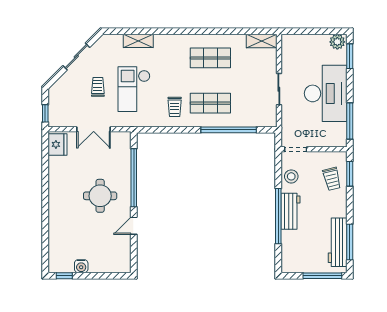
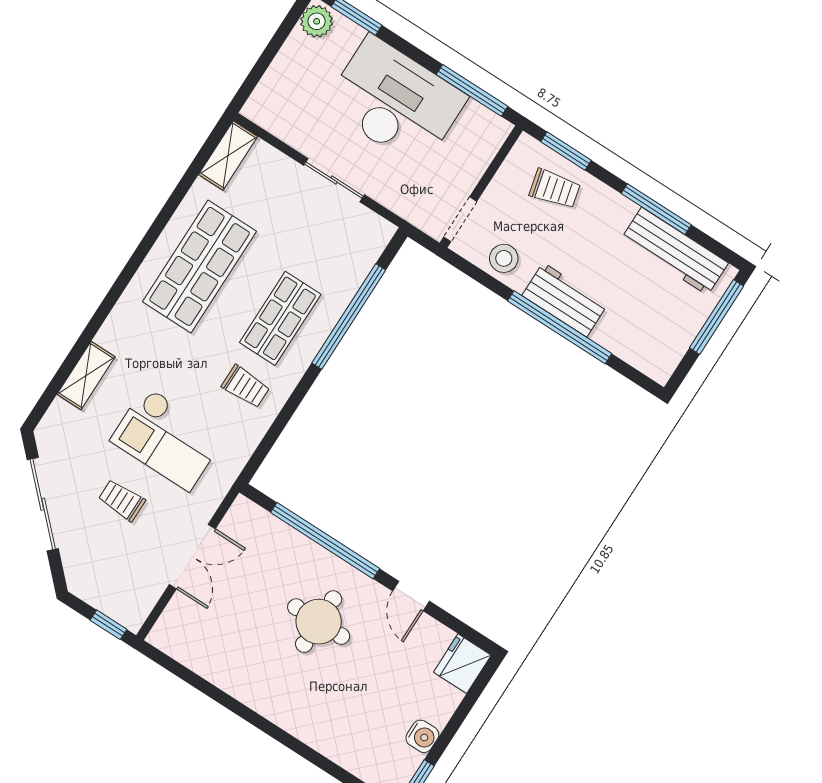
sliding door: (76, 57) -> (43, 504), width x1.37
shop shelf: (210, 58) -> (200, 266), width x1.43, depth x1.36
fridge: (57, 144) -> (462, 664), moved, turned -90
window: (350, 242) -> (656, 209), moved

